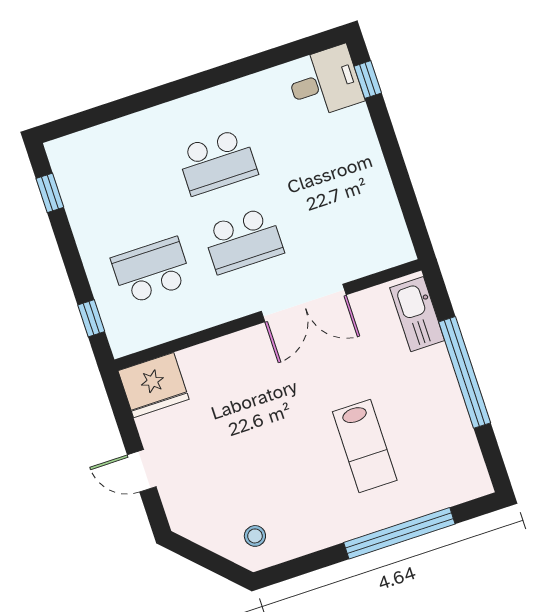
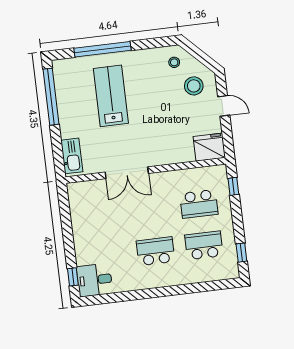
school desk: (243, 240) -> (204, 245), moved
double door: (304, 303) -> (127, 173), swing flipped
window: (465, 372) -> (51, 97), moved
lab bench: (365, 446) -> (111, 96), width x1.36, depth x1.39
stool: (208, 498) -> (194, 86), added

